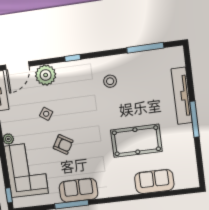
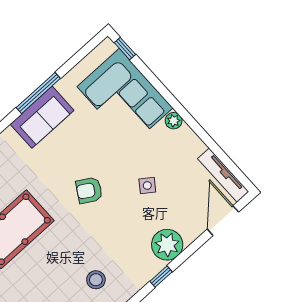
plant: (46, 75) -> (167, 245), moved
armchair: (63, 144) -> (89, 190), moved

